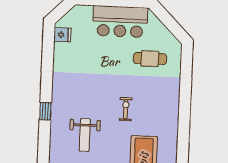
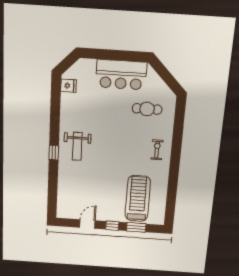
exercise bike: (126, 109) -> (157, 150), moved
weight bench: (85, 135) -> (77, 146), moved

